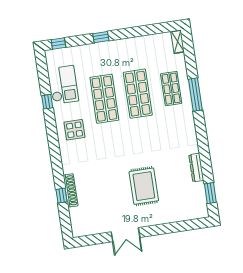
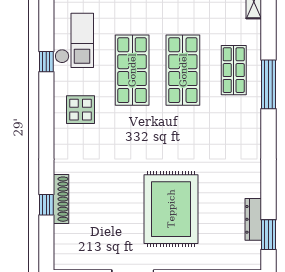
dresser: (196, 168) -> (253, 219), moved
rug: (144, 186) -> (171, 209), width x1.37, depth x1.44

